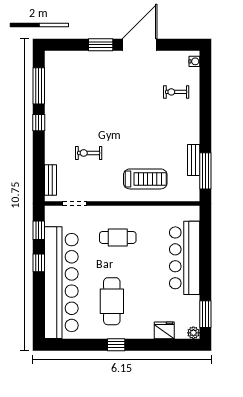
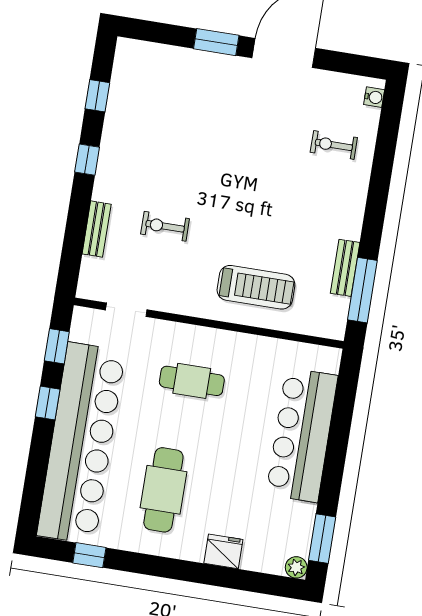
window: (39, 86) -> (97, 96), width x0.46
bench: (50, 180) -> (97, 229), moved
fridge: (164, 330) -> (223, 551), moved
window: (116, 345) -> (89, 555), moved

